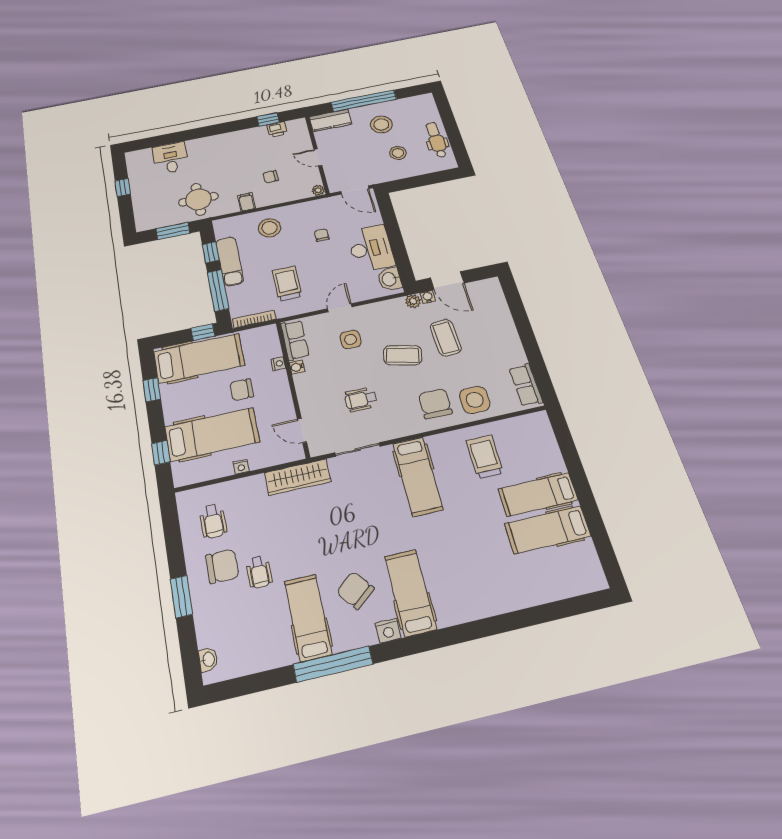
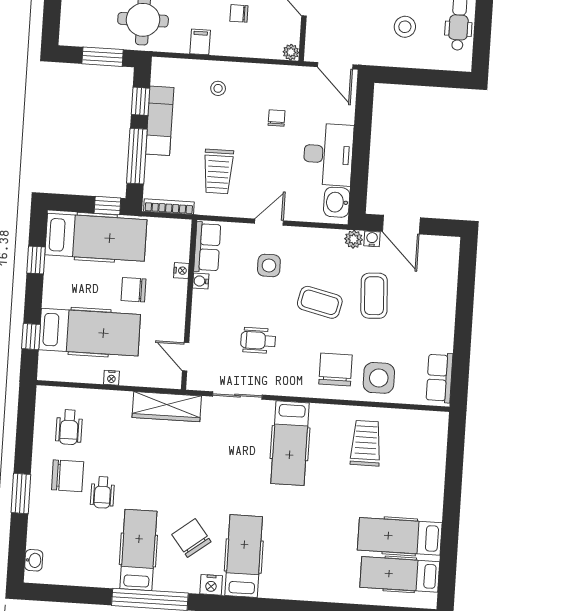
stool: (269, 228) -> (218, 88), width x0.53, depth x0.53
trolley: (287, 283) -> (218, 171), turned 180
hospital bed: (538, 495) -> (400, 574), moved

